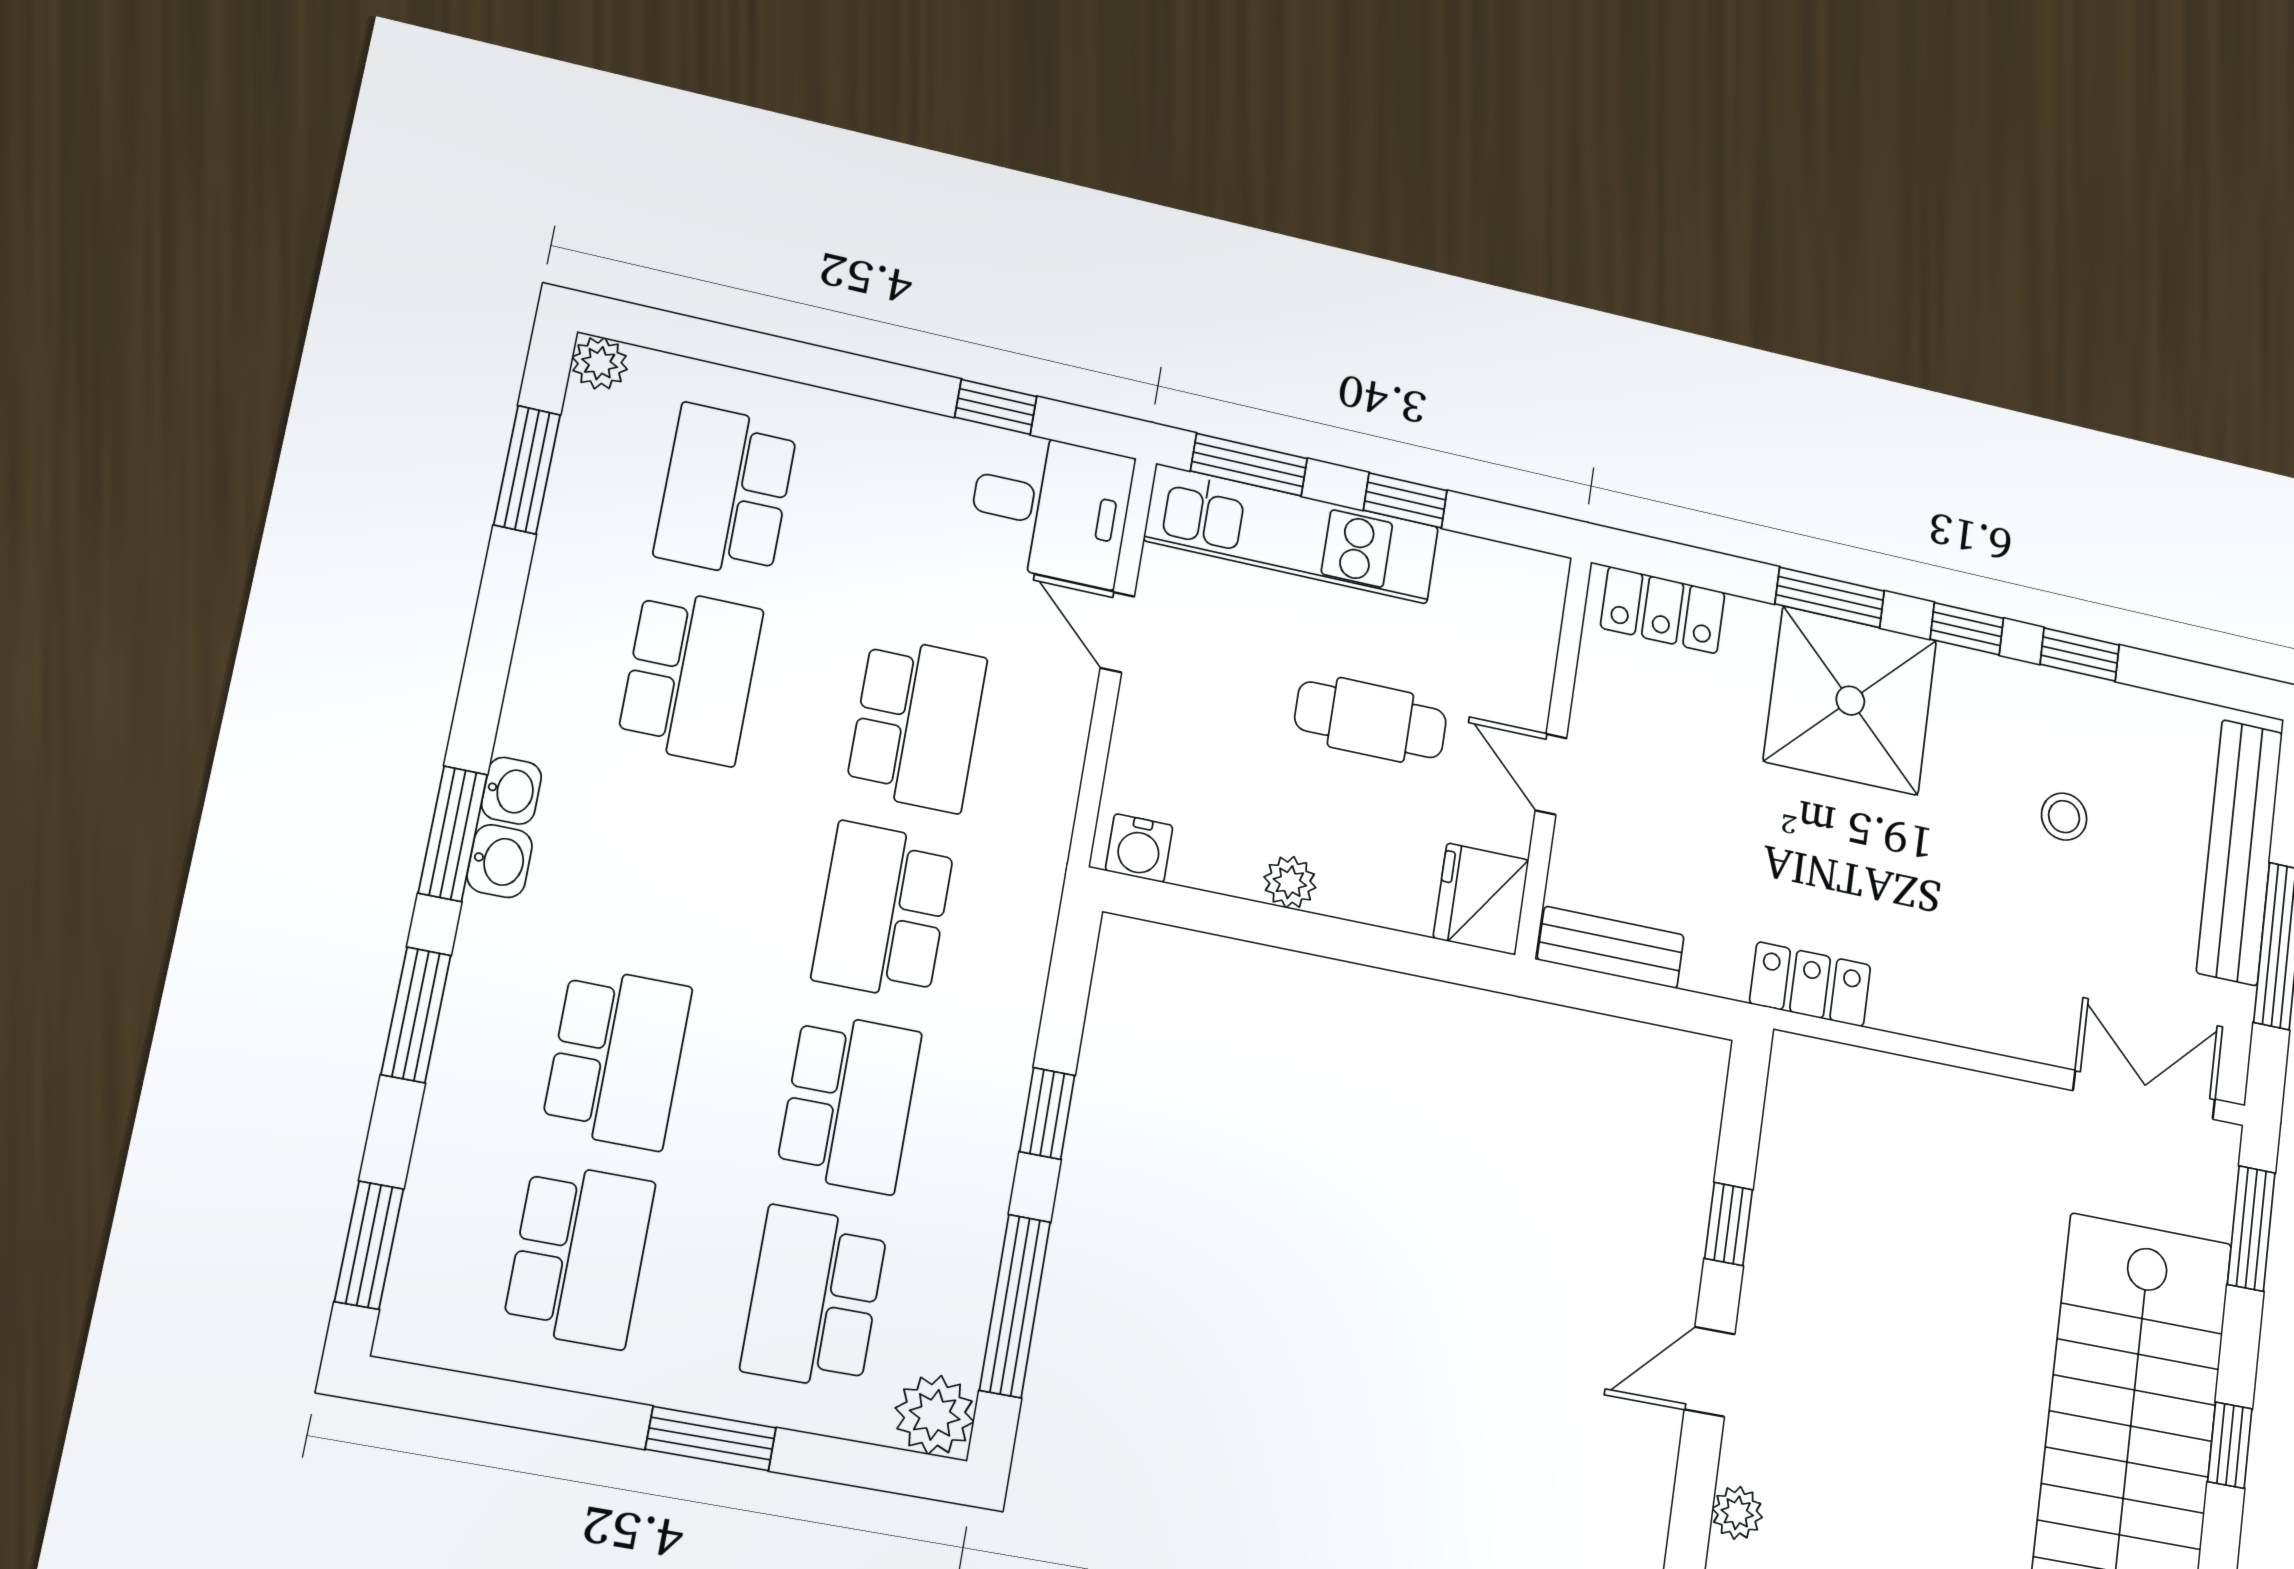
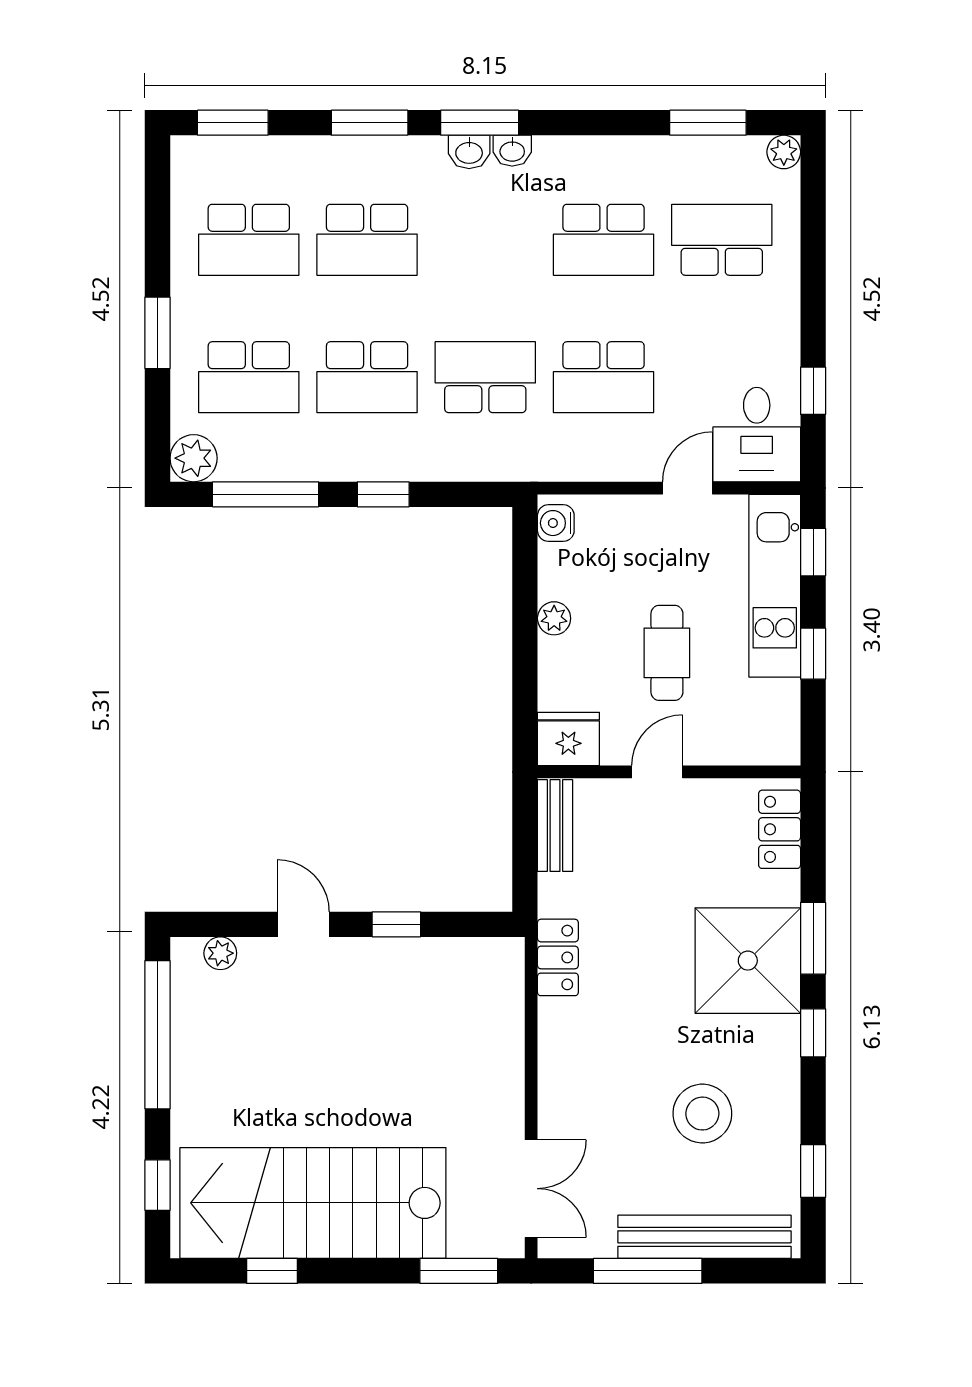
window: (1249, 465) -> (813, 552), width x0.67
window: (2080, 655) -> (813, 1171), moved
stool: (2064, 817) -> (702, 1114), width x1.89, depth x1.89
school desk: (814, 1298) -> (249, 377), turned 180
window: (2230, 1445) -> (272, 1271), moved

